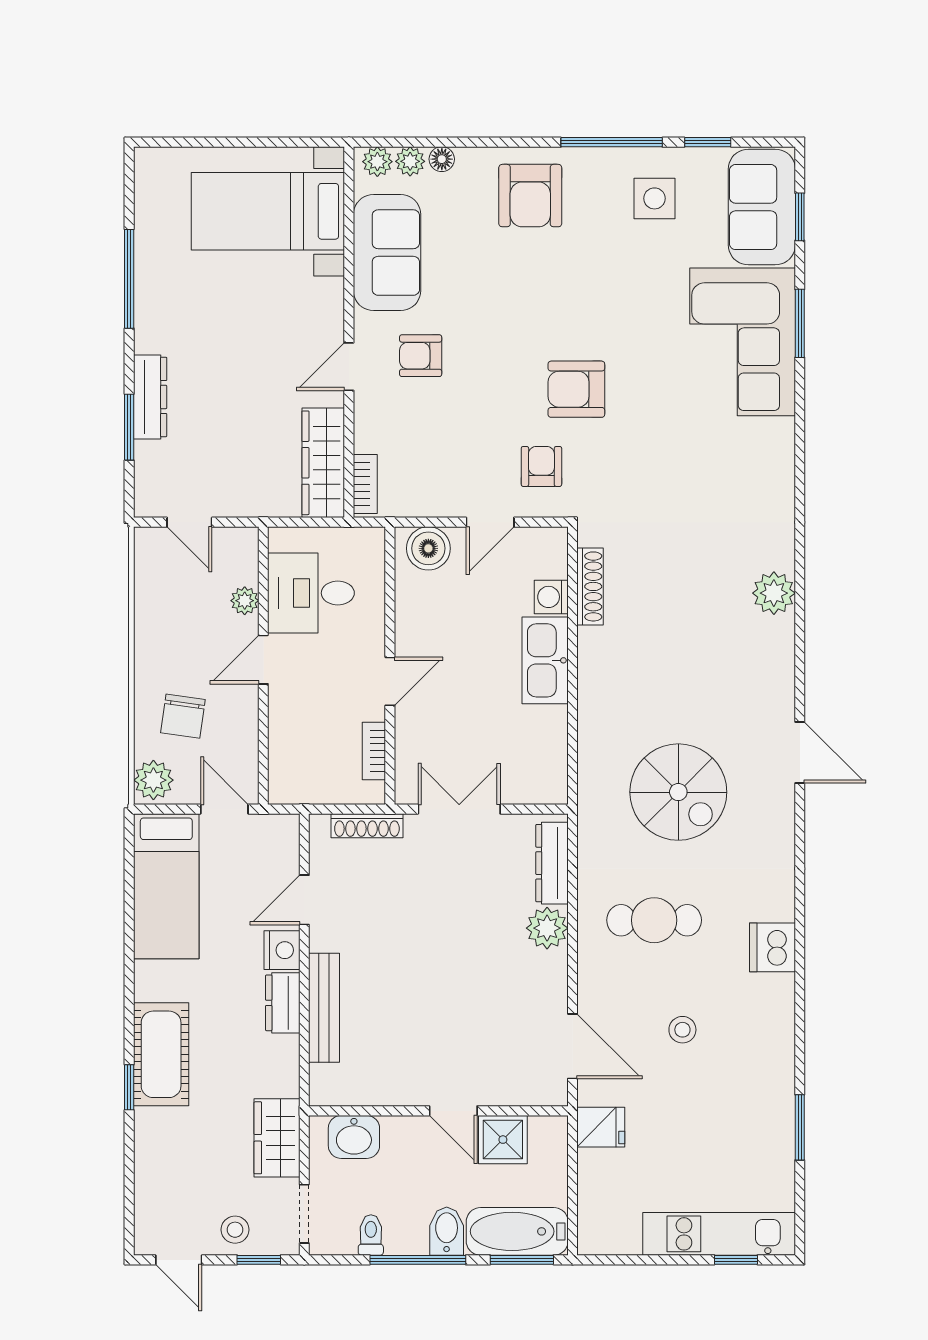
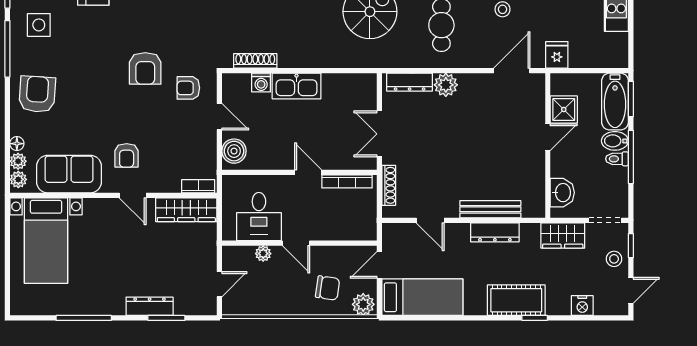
armchair: (530, 196) -> (37, 94), turned -86
bookcase: (374, 751) -> (347, 181), width x1.56
nightstand: (282, 950) -> (582, 306), moved, turned 180
dresser: (283, 1003) -> (495, 232), width x1.44
toilet: (371, 1235) -> (617, 159), moved

